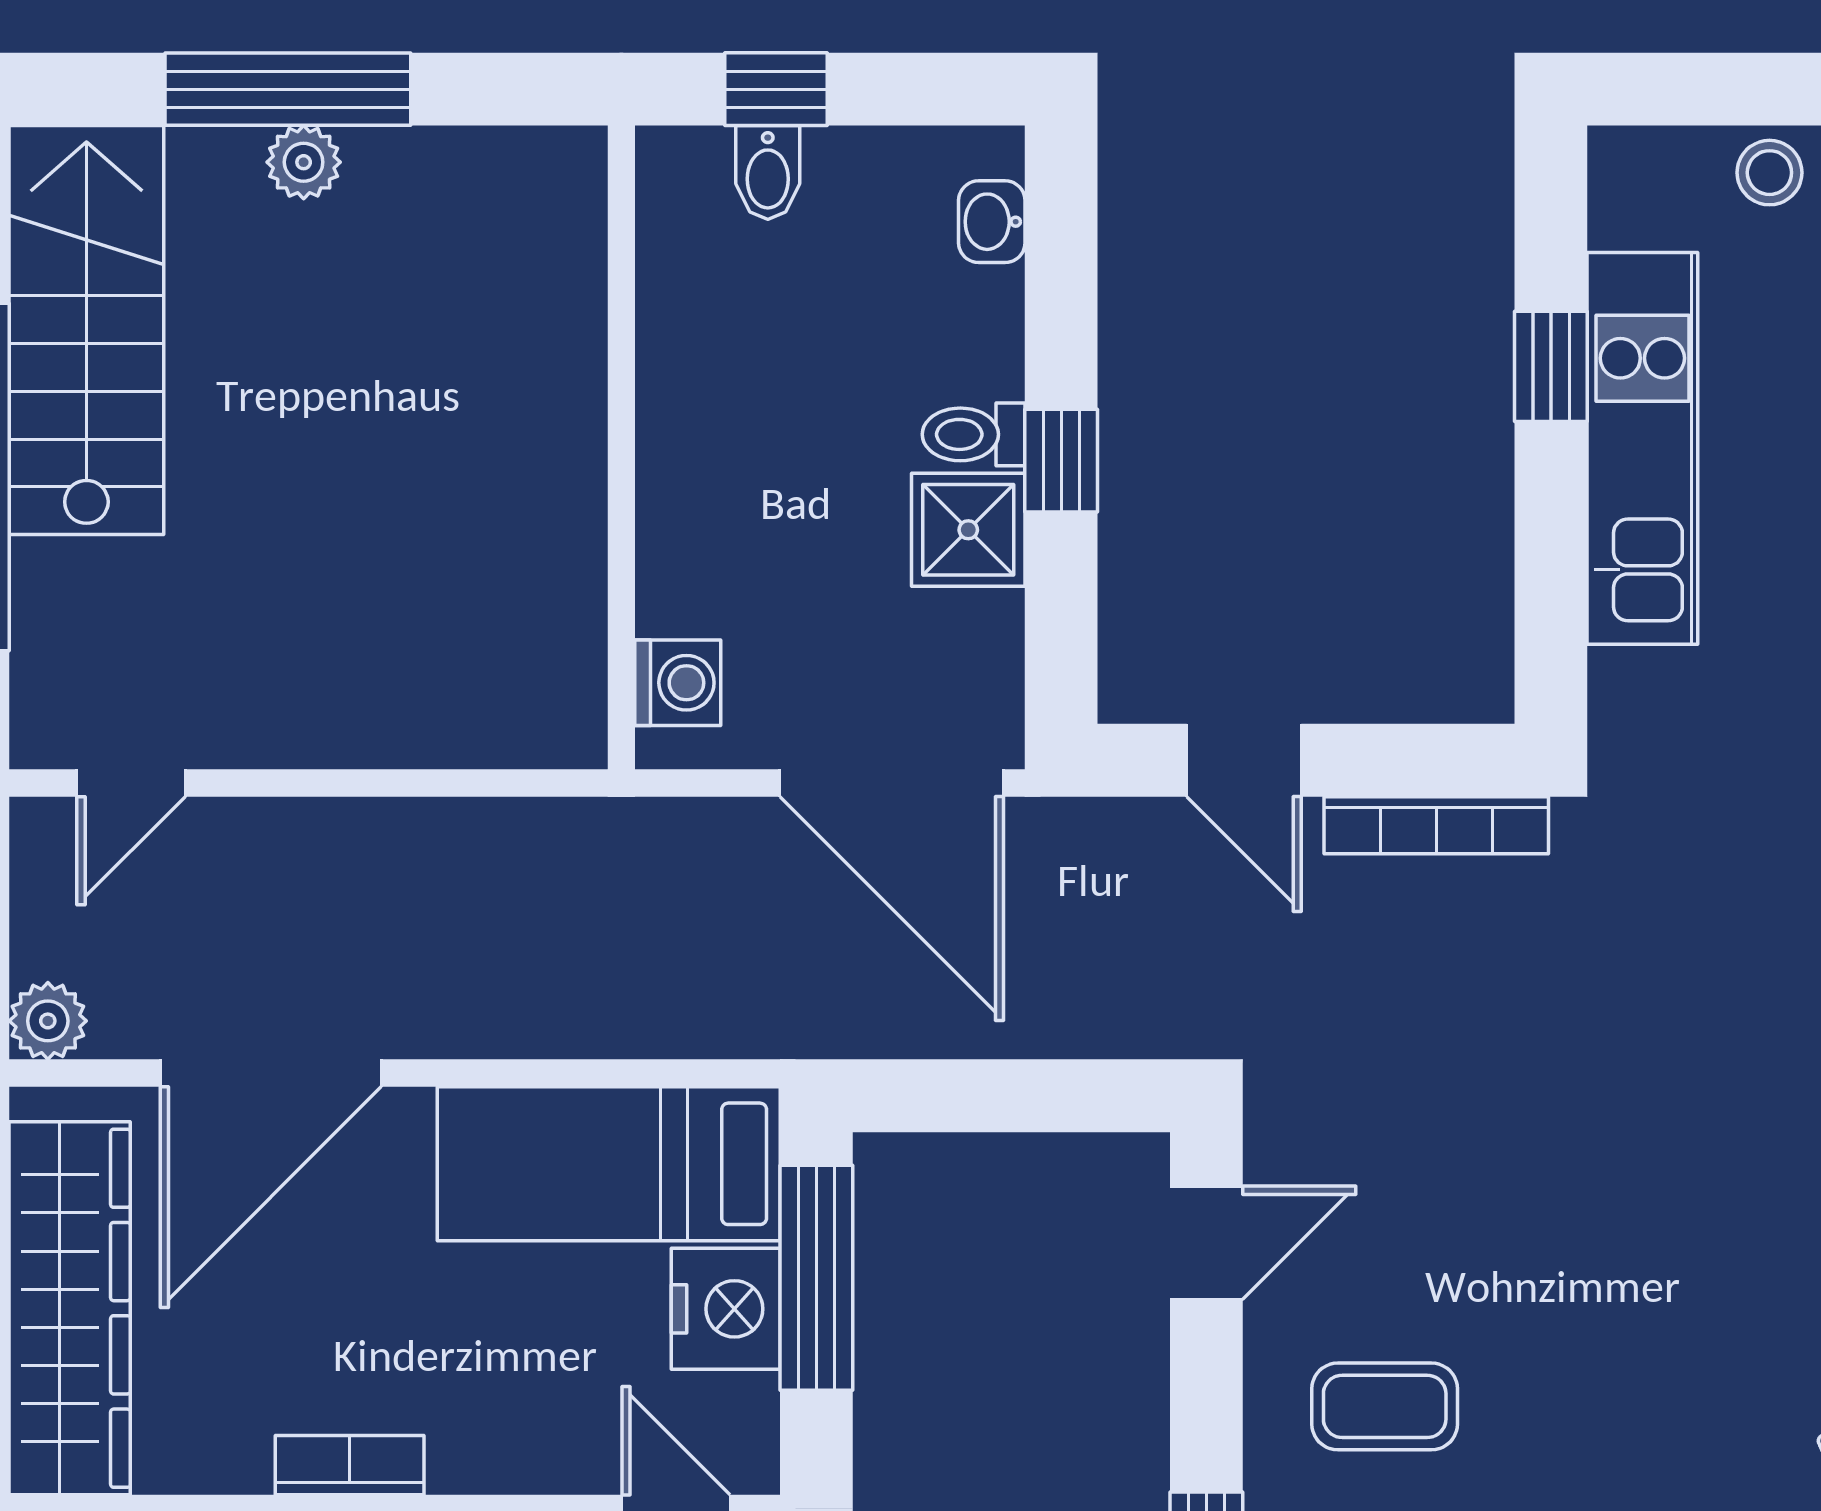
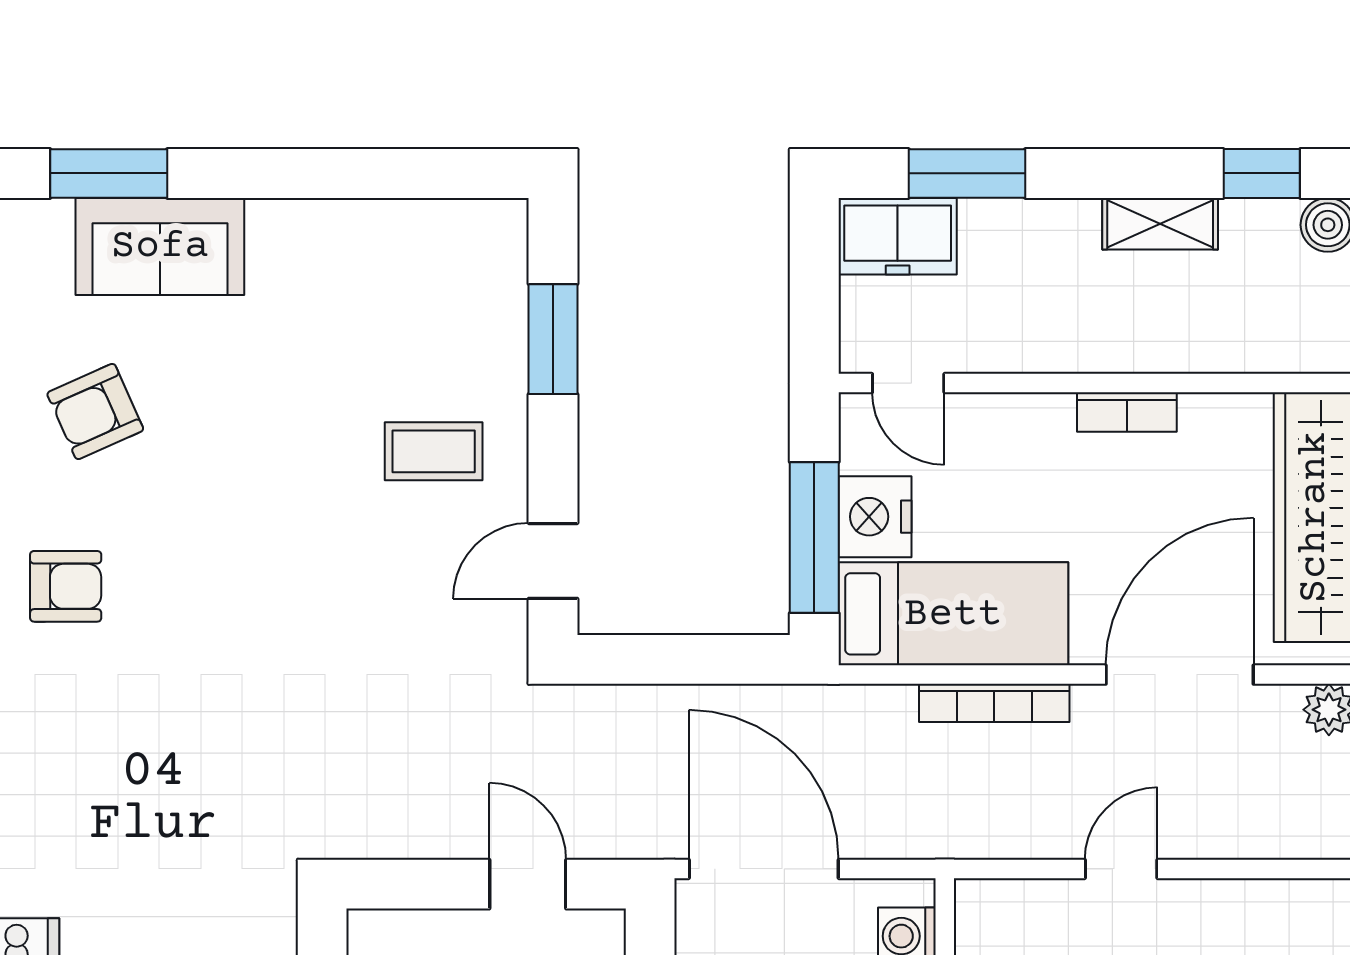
door: (131, 783) -> (1121, 869), moved
bookcase: (1436, 825) -> (994, 703), moved, turned 180

